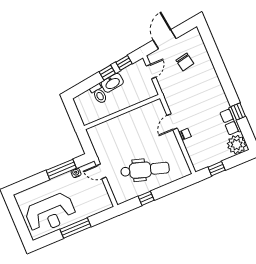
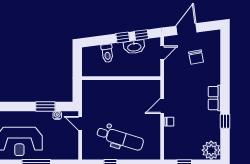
washbasin: (112, 83) -> (134, 47), moved
row of seats: (230, 121) -> (214, 98), moved
window: (61, 169) -> (45, 106), width x0.69

